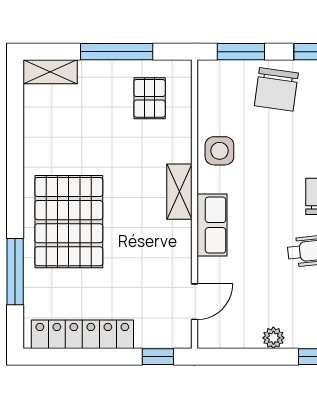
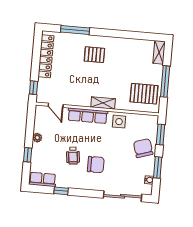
chair: (276, 89) -> (143, 148), turned 65
pallet: (150, 98) -> (144, 94), width x1.50, depth x1.42
pallet: (69, 222) -> (94, 55), width x0.49, depth x0.50
row of seats: (212, 225) -> (88, 116), width x1.48

